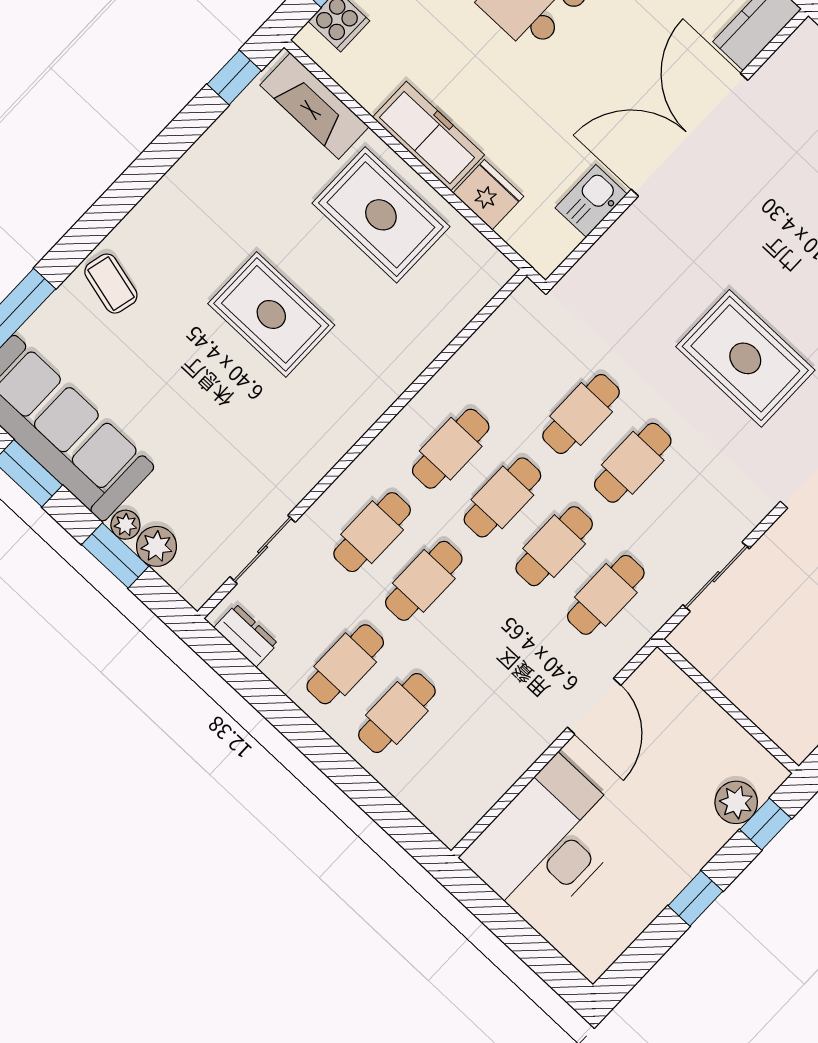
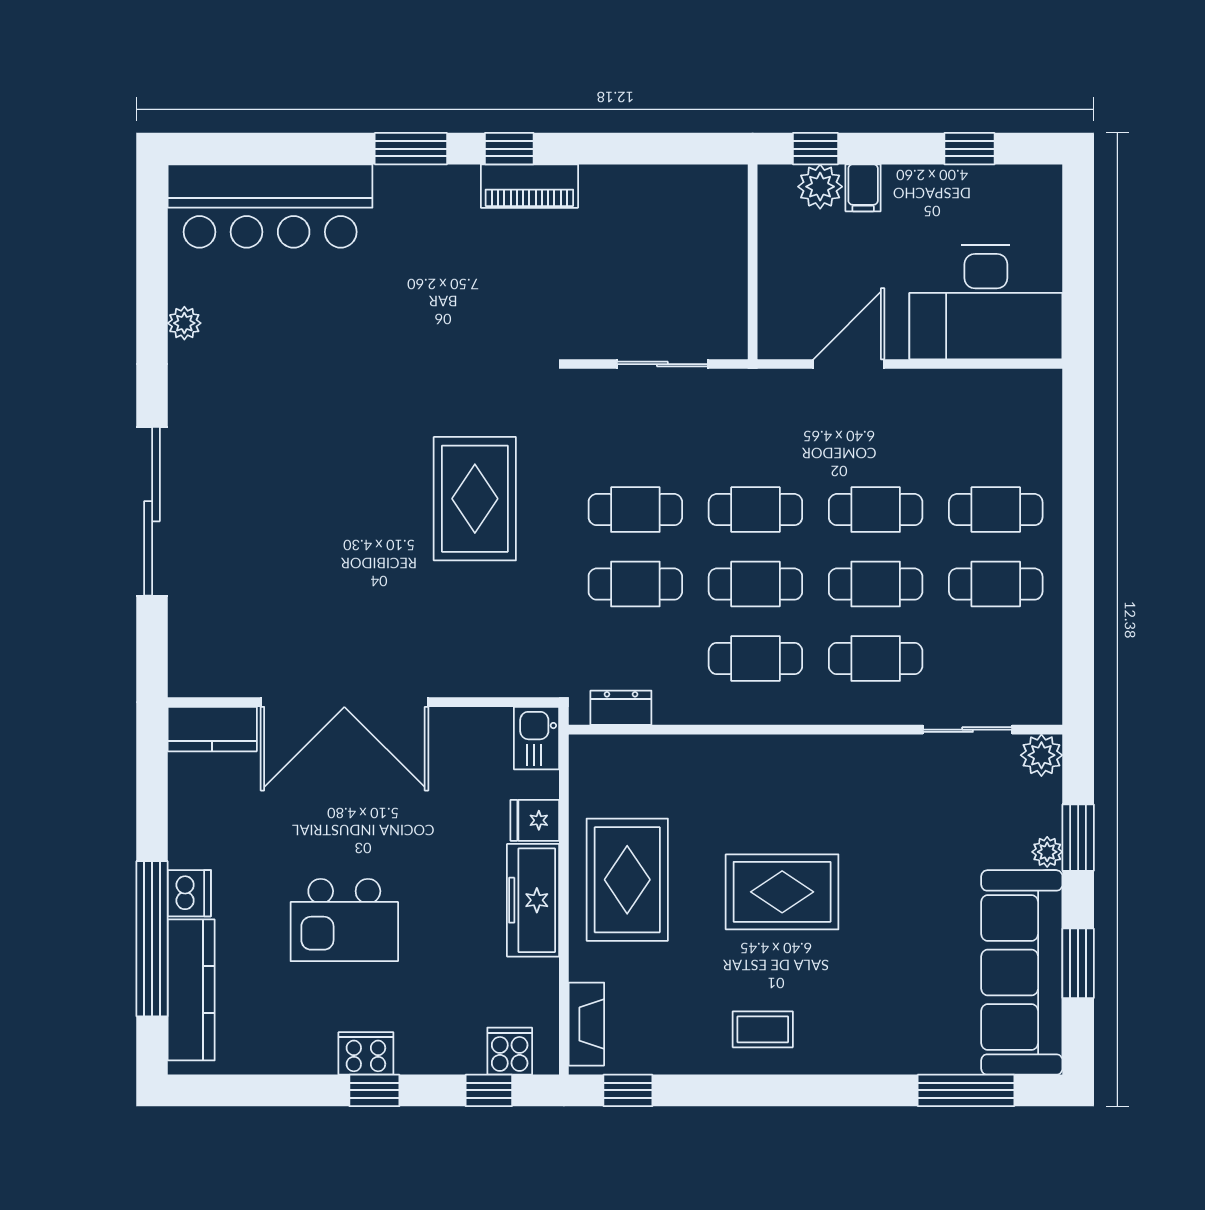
fireplace: (314, 106) -> (586, 1024), width x0.73, depth x0.76
fridge: (488, 195) -> (535, 820), width x0.72
kitchen sink: (591, 201) -> (537, 738), moved, turned 90
coffee table: (111, 284) -> (763, 1029), moved, turned 76
rug: (271, 314) -> (782, 892), turned 90
plant: (157, 546) -> (1041, 755), moved
cafe table: (606, 595) -> (876, 510), moved
dresser: (246, 636) -> (621, 708), moved, turned 90
filing cabinet: (707, 831) -> (863, 188), added
window: (695, 898) -> (969, 149), moved

